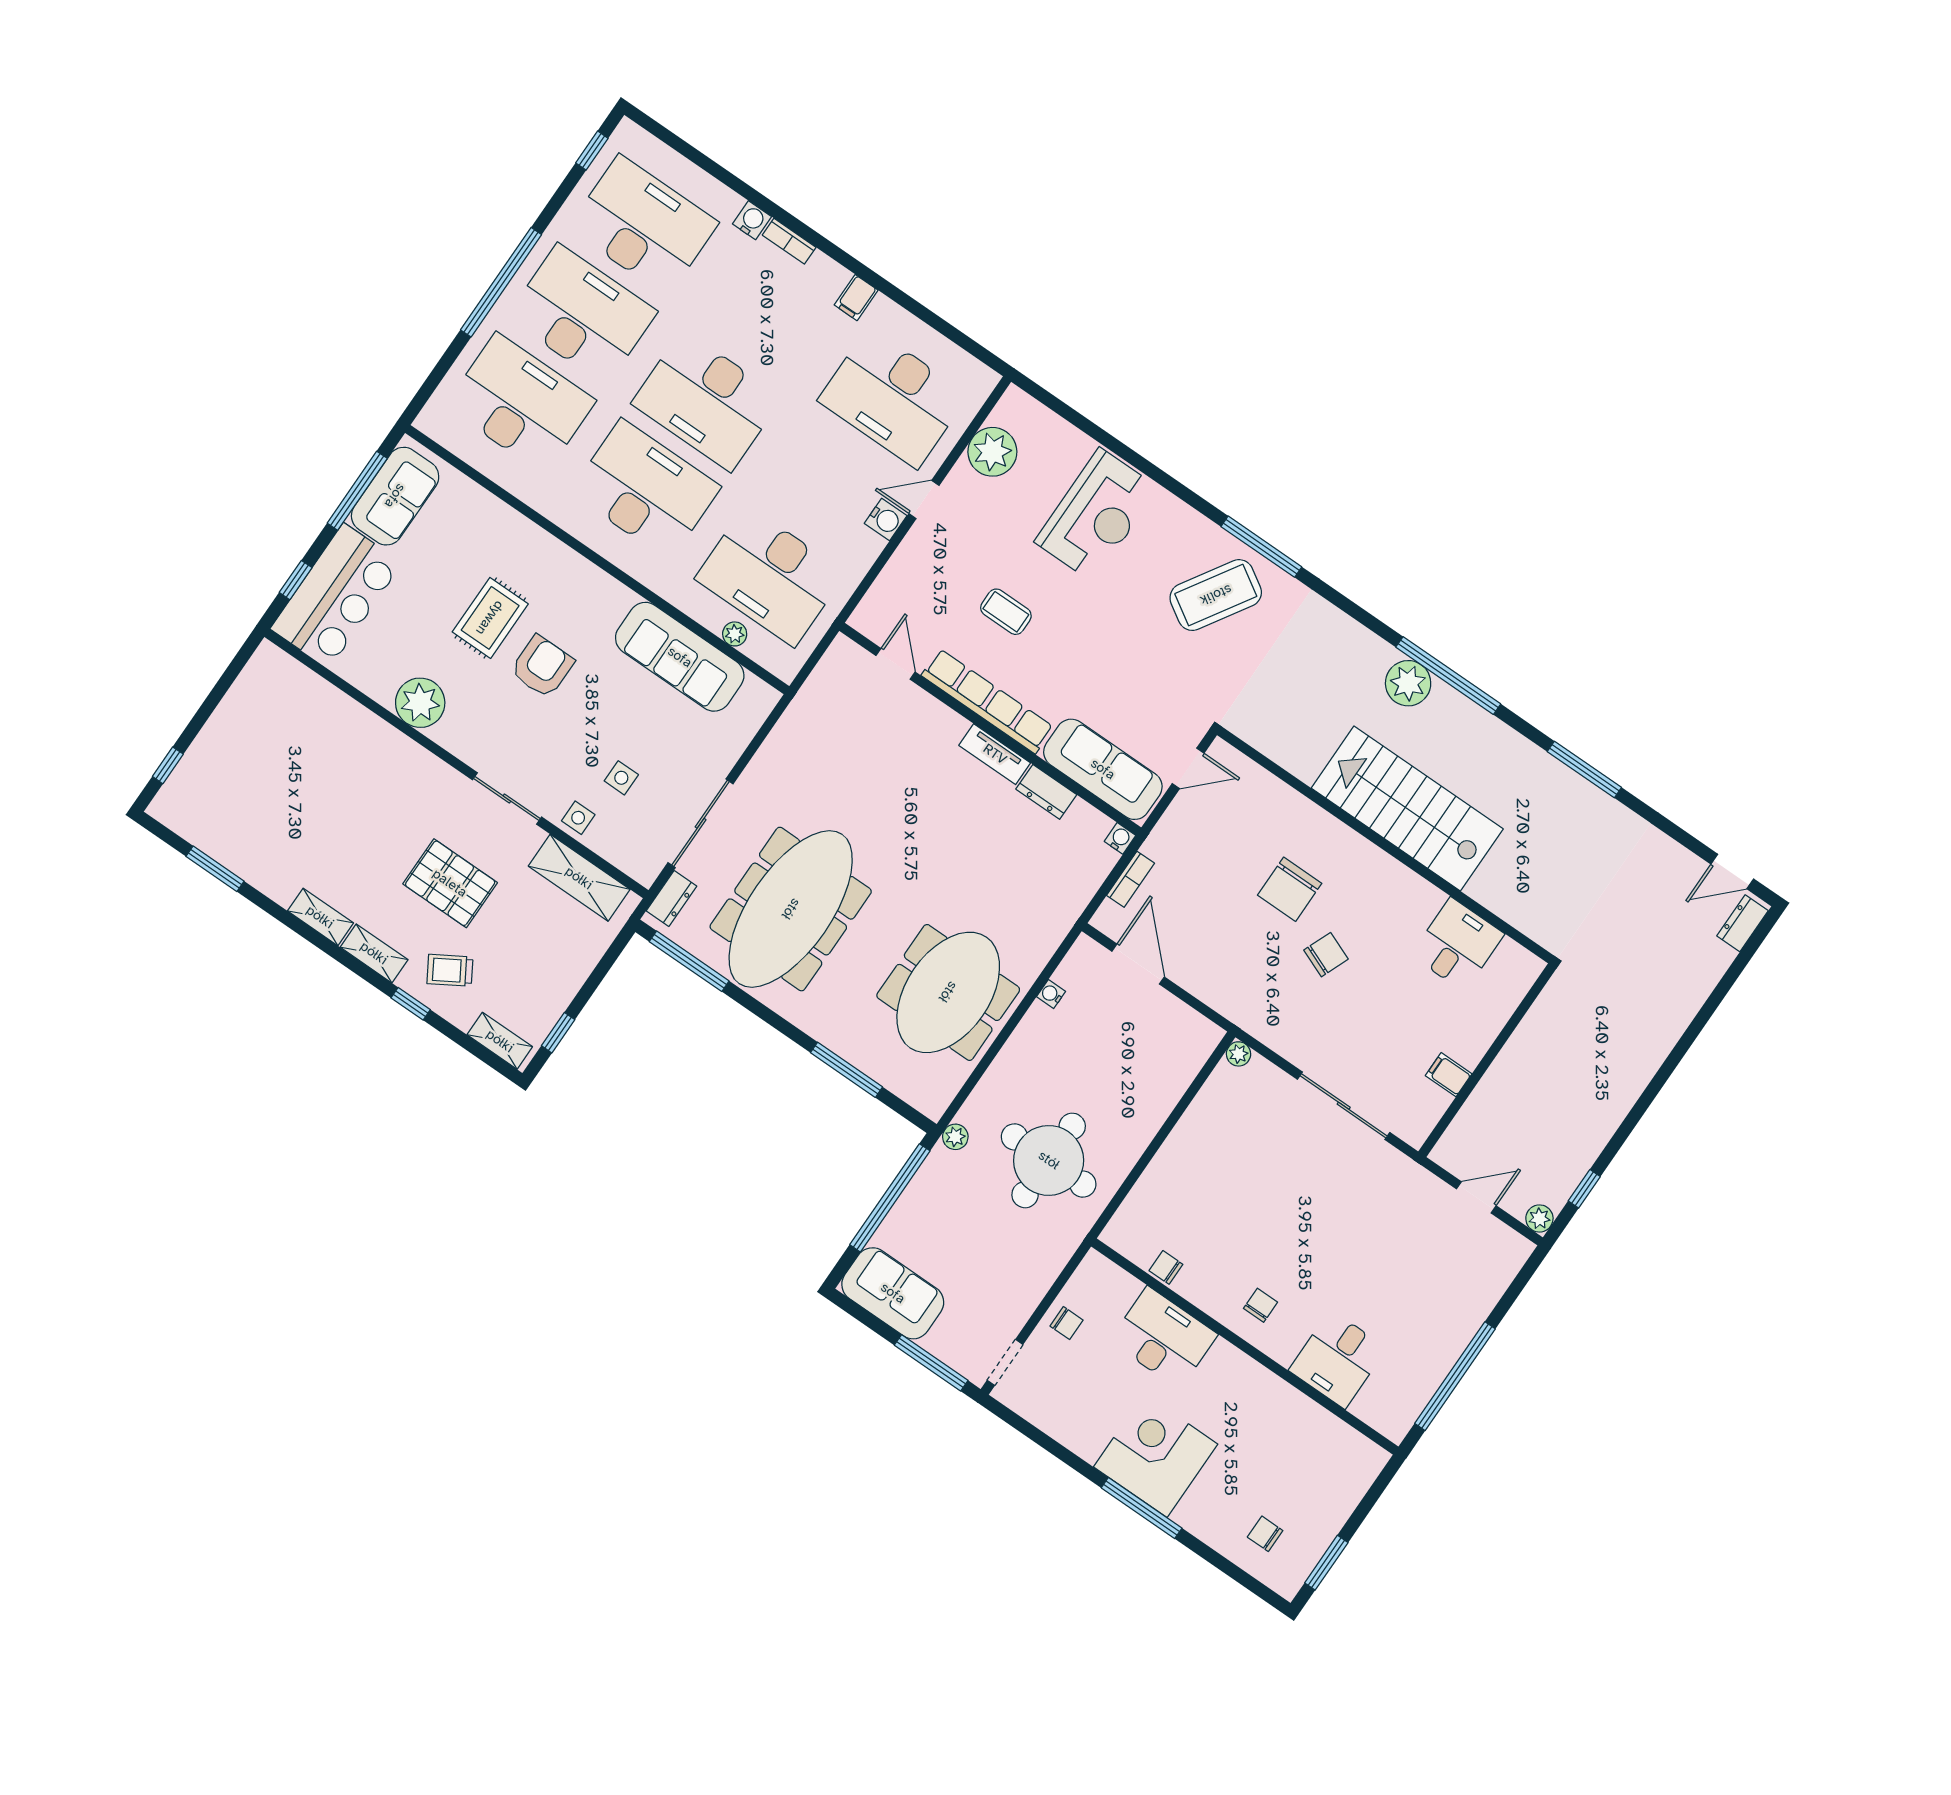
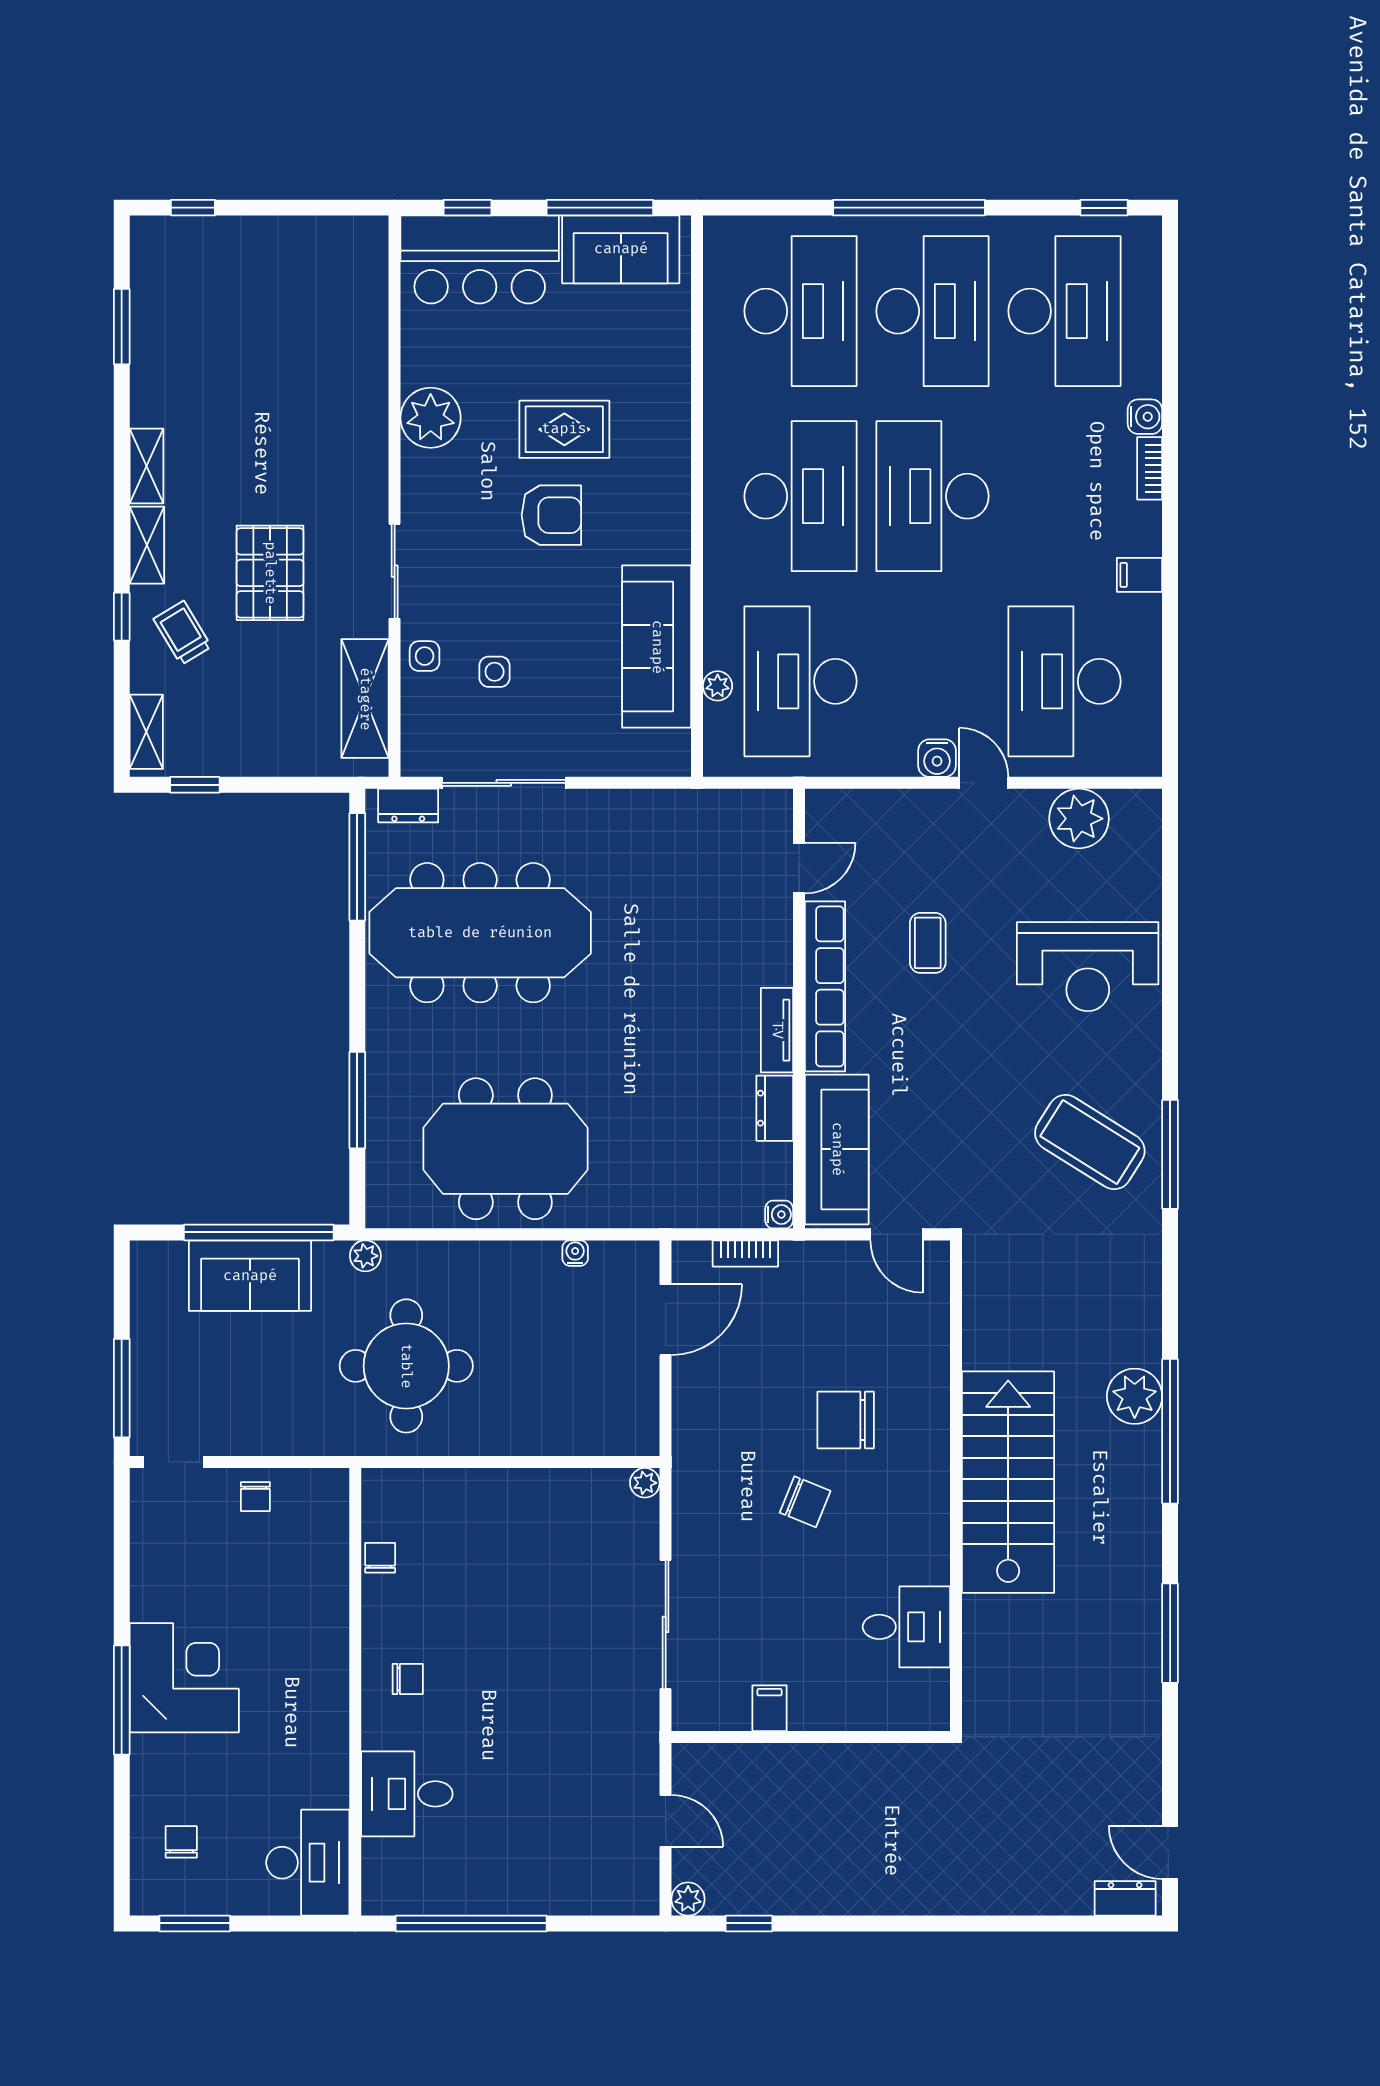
sofa: (893, 1293) -> (250, 1276), moved, turned 90
desk: (1163, 1338) -> (308, 1863), moved

